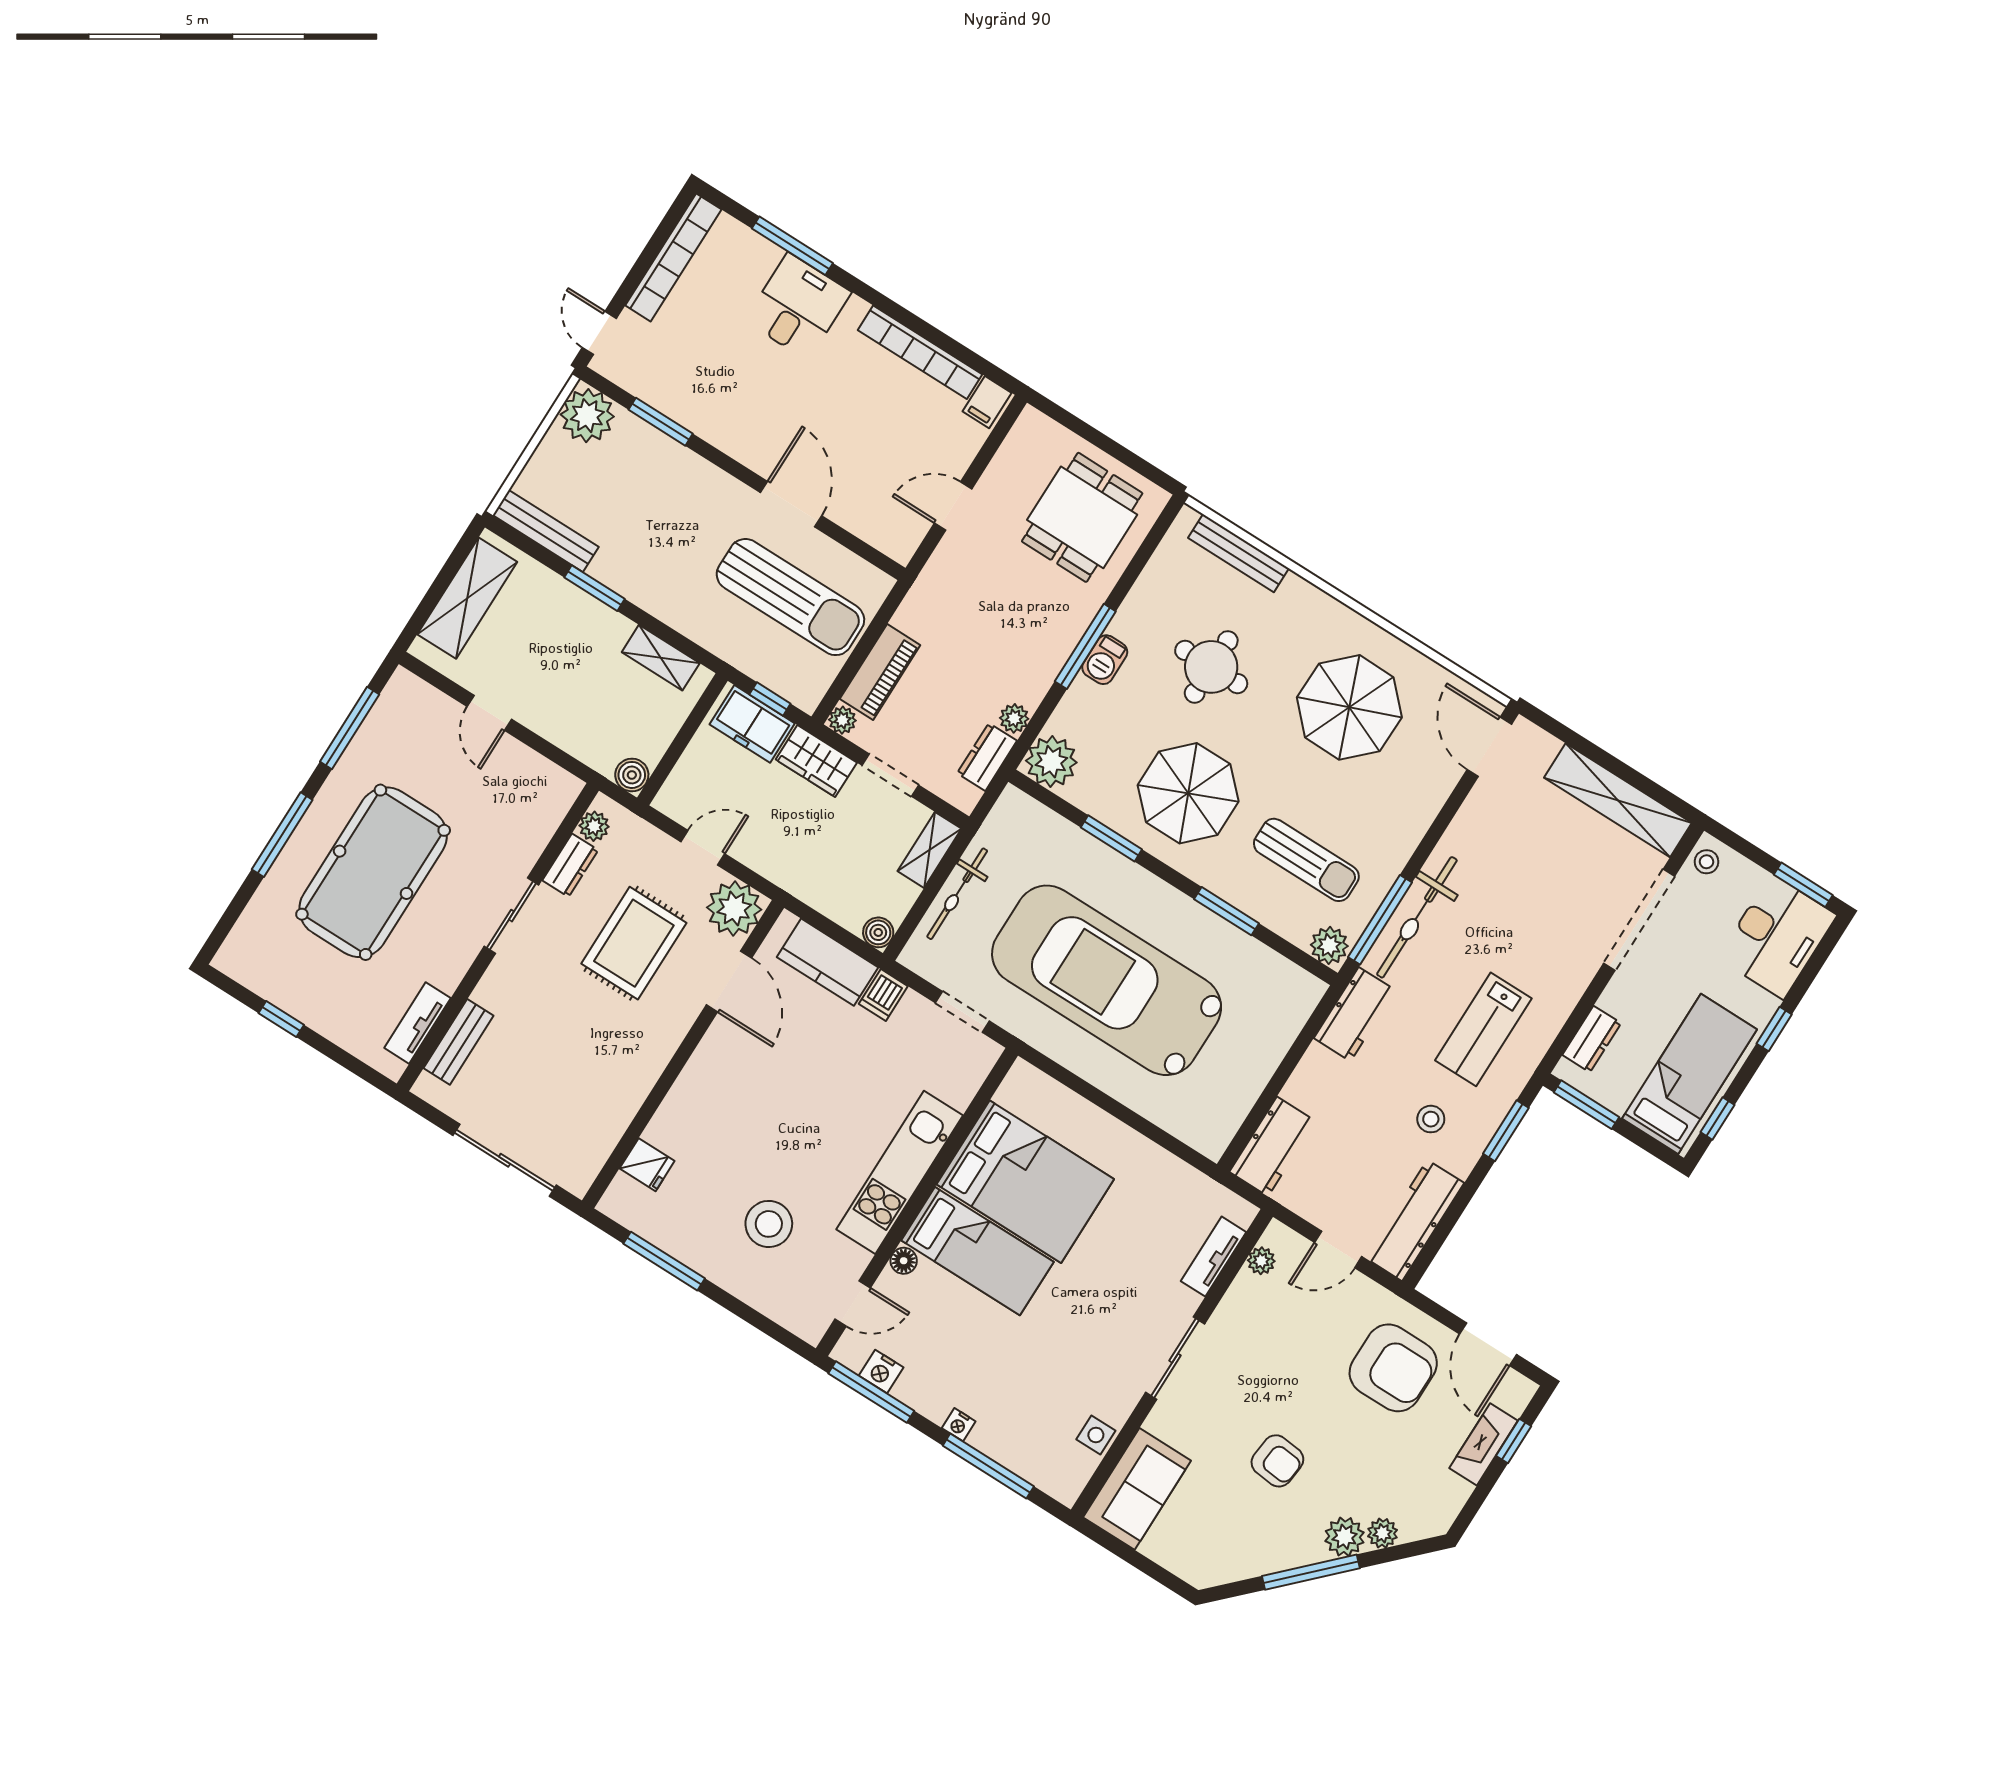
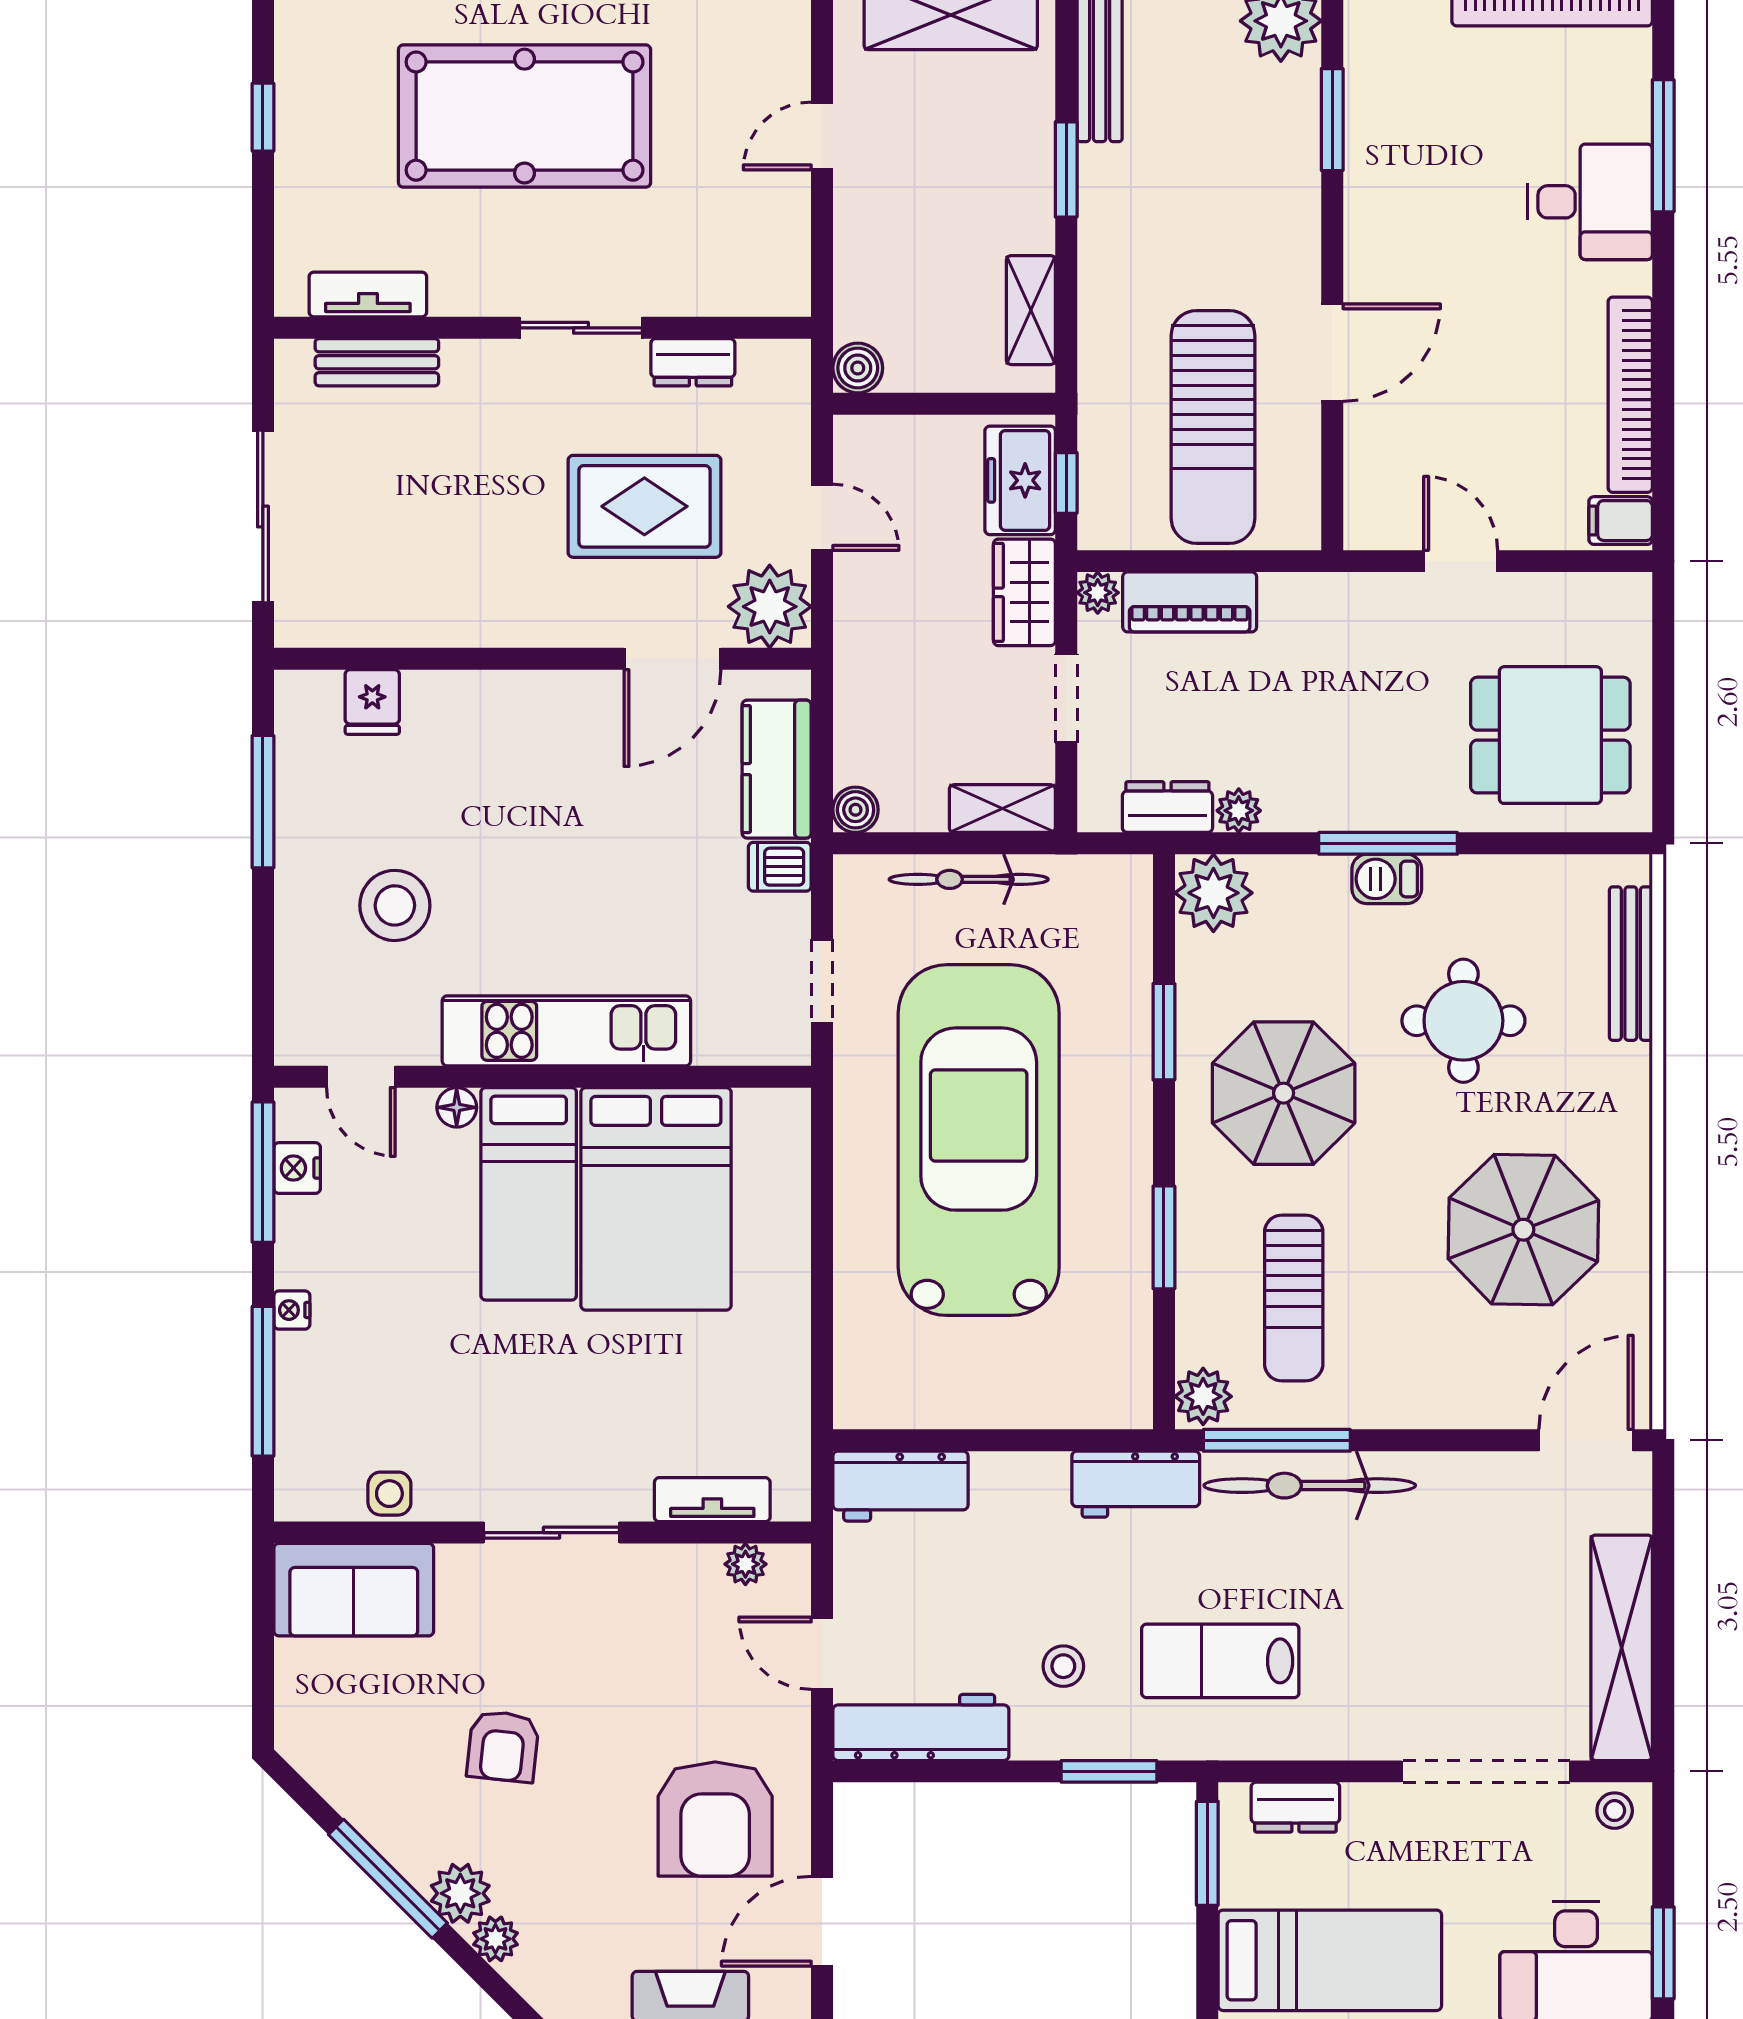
plant: (594, 826) -> (762, 361), removed

